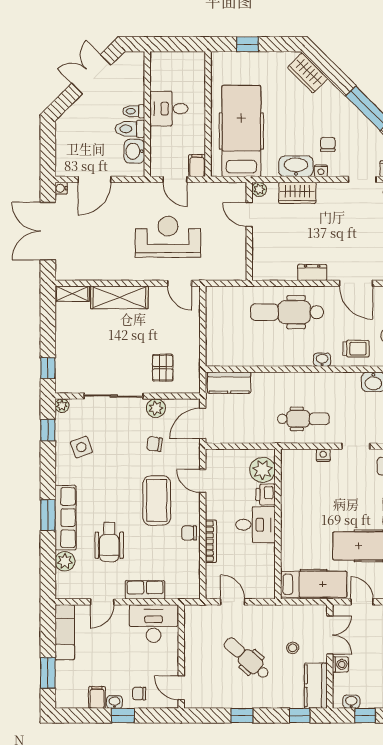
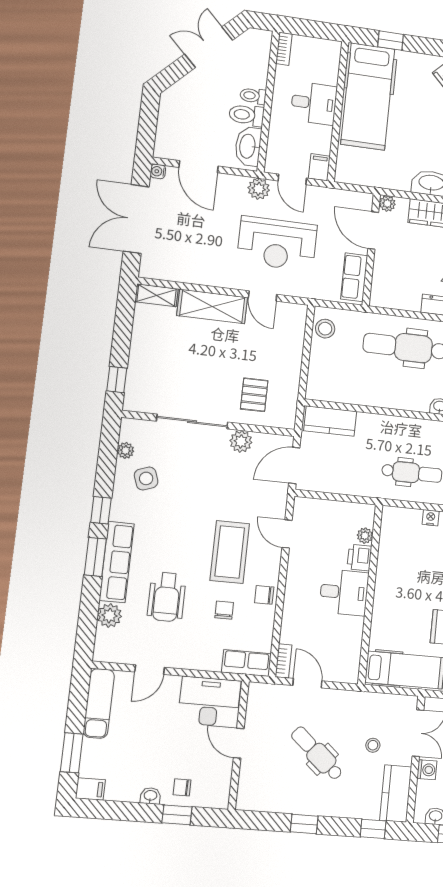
bookcase: (156, 66) -> (284, 49), added
desk: (169, 109) -> (314, 103), moved, turned 180
hospital bed: (241, 131) -> (368, 96), moved, turned 180
washbasin: (134, 151) -> (248, 146), width x1.38
door: (95, 179) -> (199, 167), hinge flipped
plant: (147, 192) -> (259, 189), added
door: (249, 215) -> (373, 231), width x1.38
reception desk: (168, 237) -> (277, 244), turned 180
row of seats: (237, 257) -> (354, 277), added
door: (180, 283) -> (263, 296), moved
stool: (217, 305) -> (325, 329), added
plant: (62, 406) -> (126, 450), moved
window: (48, 430) -> (101, 510), moved
chair: (154, 444) -> (224, 610), moved, turned 83
plant: (262, 470) -> (365, 536), width x0.53, depth x0.53
bookcase: (211, 541) -> (284, 661), moved, width x0.64
row of seats: (145, 590) -> (246, 663), moved
door: (181, 688) -> (239, 743), moved
filing cabinet: (97, 697) -> (90, 789), moved, turned 90
window: (123, 716) -> (177, 815), moved

